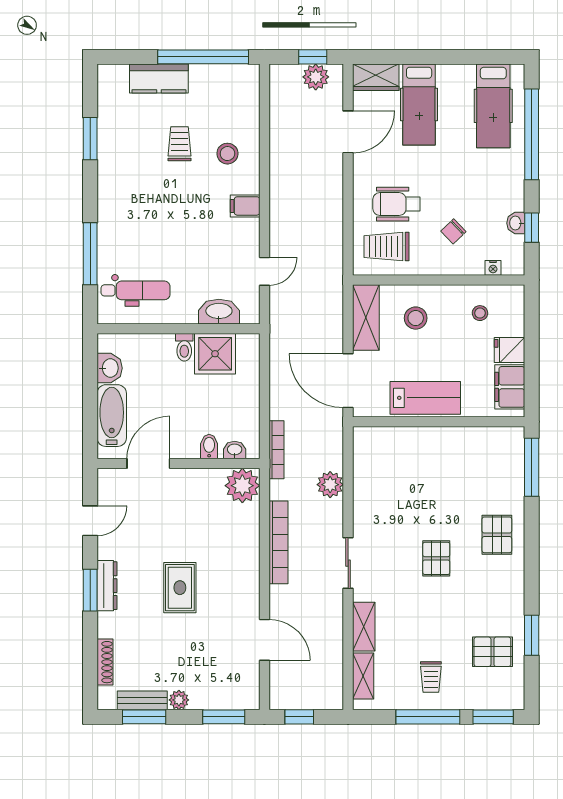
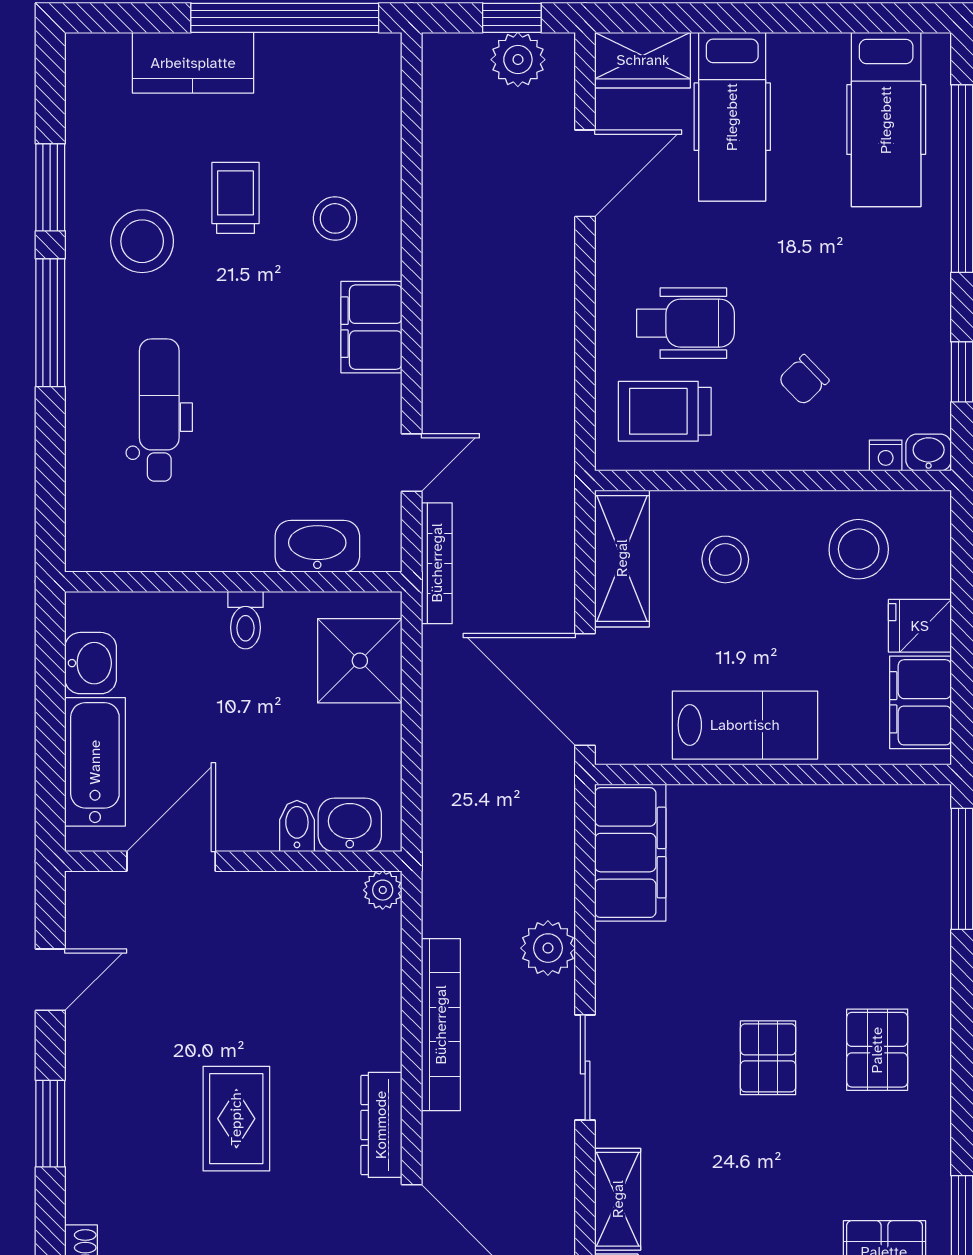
stool: (134, 165) -> (142, 241), added
wheelchair: (396, 204) -> (685, 323), turned 180
filing cabinet: (245, 206) -> (371, 327), width x2.00
washbasin: (516, 223) -> (929, 452), moved, turned 90
window: (90, 254) -> (50, 323), moved
dental chair: (136, 290) -> (159, 410), moved, turned -90
stool: (480, 313) -> (859, 549), width x1.89, depth x1.89
shower: (215, 354) -> (360, 661), moved
washbasin: (235, 450) -> (350, 825), width x1.38, depth x1.45
bookcase: (277, 450) -> (437, 563), moved
filing cabinet: (370, 459) -> (630, 853), added
plant: (330, 485) -> (548, 948), moved
plant: (242, 486) -> (383, 890), width x0.53, depth x0.53
pallet: (497, 535) -> (877, 1050), moved
dresser: (107, 586) -> (381, 1125), moved, turned 180

